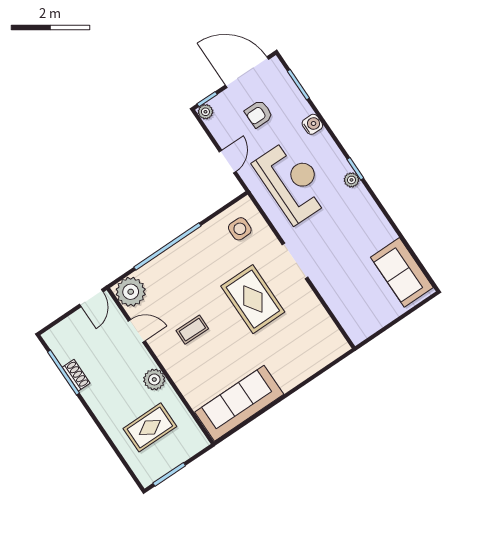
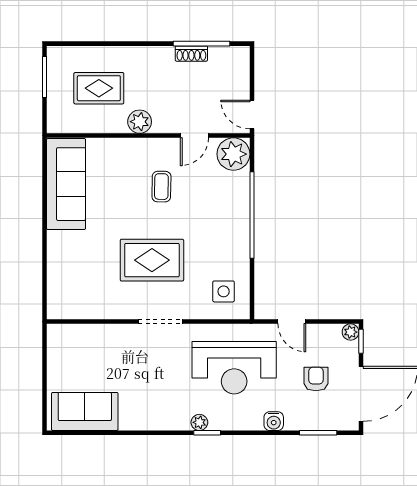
rug: (150, 427) -> (99, 88), turned 90

